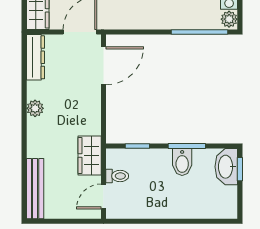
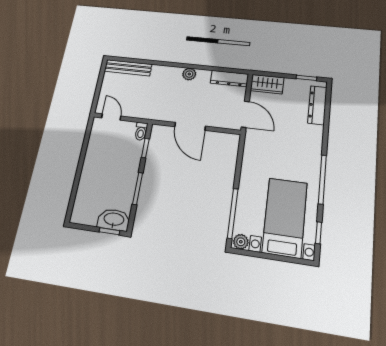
door: (103, 66) -> (190, 126), moved
wardrobe: (90, 156) -> (145, 110), removed
bidet: (182, 162) -> (125, 183), removed
toilet: (117, 176) -> (141, 131), moved

